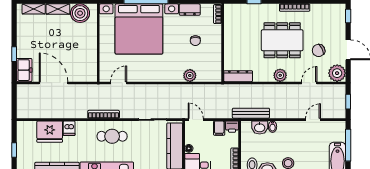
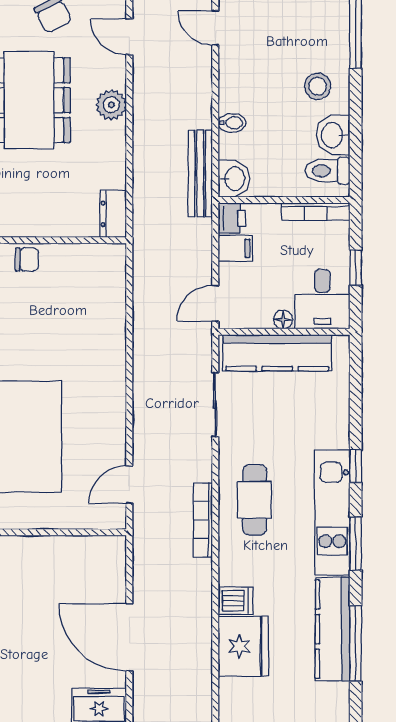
chair: (195, 41) -> (27, 259), moved
plant: (190, 75) -> (112, 317), removed
dresser: (238, 76) -> (113, 214), width x0.70
door: (54, 83) -> (129, 637), hinge flipped
door: (119, 83) -> (129, 485), hinge flipped
washbasin: (260, 127) -> (234, 179), moved

